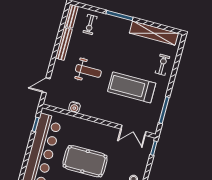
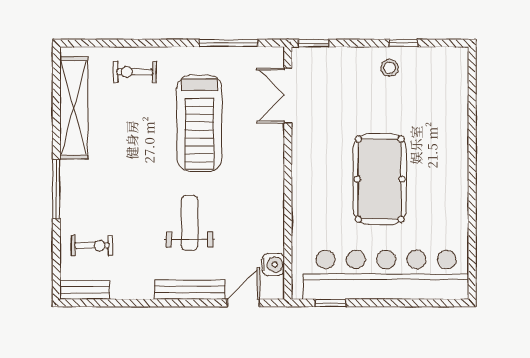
bench: (64, 44) -> (190, 290), moved
door: (46, 85) -> (243, 303), swing flipped
water cooler: (74, 107) -> (273, 264), moved
double door: (133, 130) -> (288, 96), swing flipped

